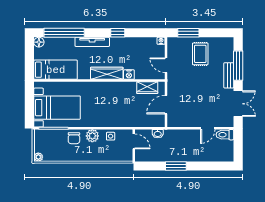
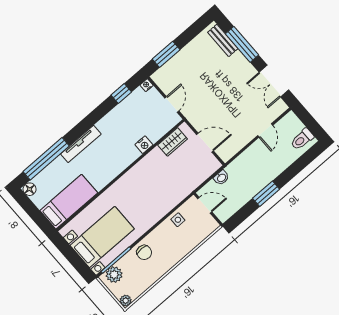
window: (118, 33) -> (121, 93), moved
rug: (200, 54) -> (195, 65), removed
door: (166, 65) -> (172, 104), swing flipped
wardrobe: (107, 73) -> (121, 162), removed
bench: (229, 75) -> (223, 40), moved
double door: (238, 104) -> (274, 81), swing flipped
door: (166, 105) -> (205, 143), swing flipped
toilet: (225, 135) -> (302, 139), moved
plant: (92, 136) -> (114, 275), moved

